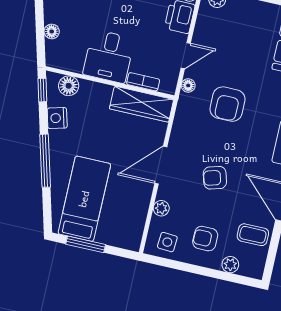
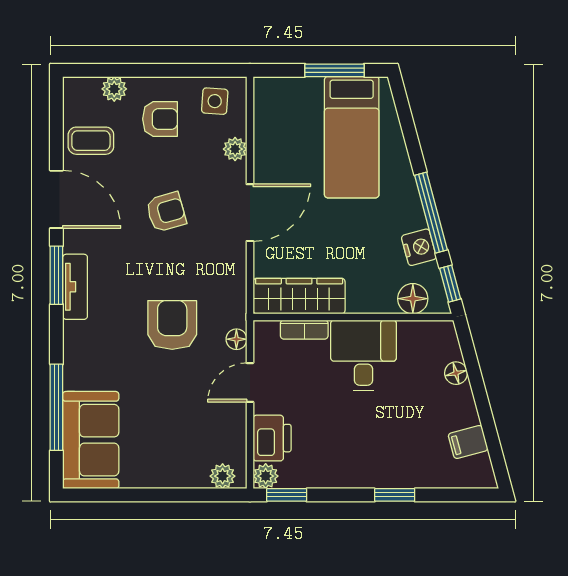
window: (45, 161) -> (431, 213), moved

